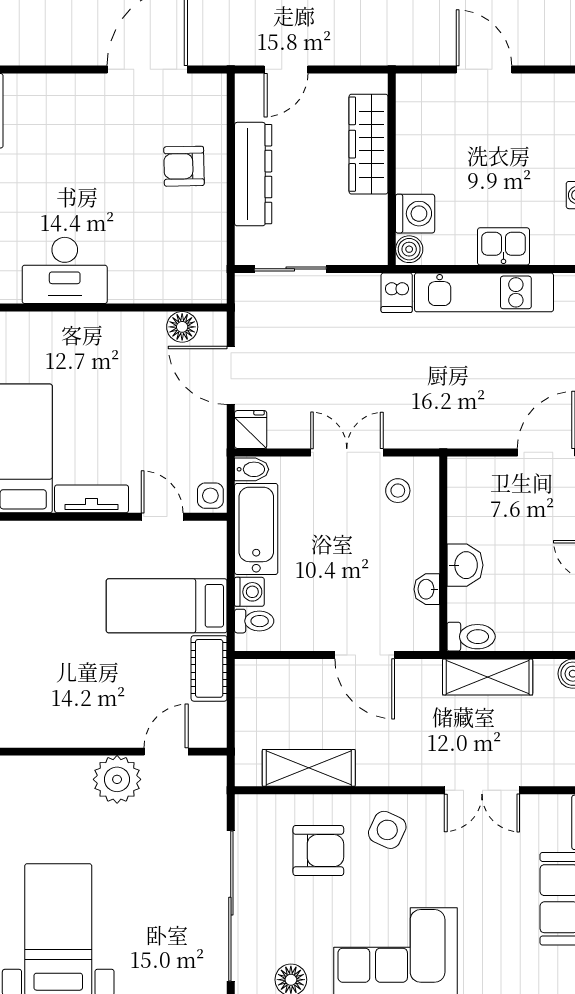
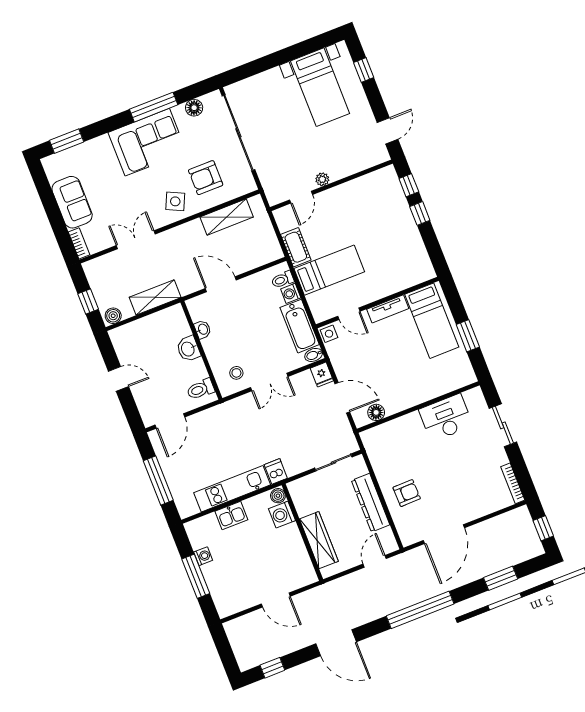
toilet: (471, 637) -> (201, 389), moved
plant: (117, 779) -> (322, 179), width x0.53, depth x0.53

